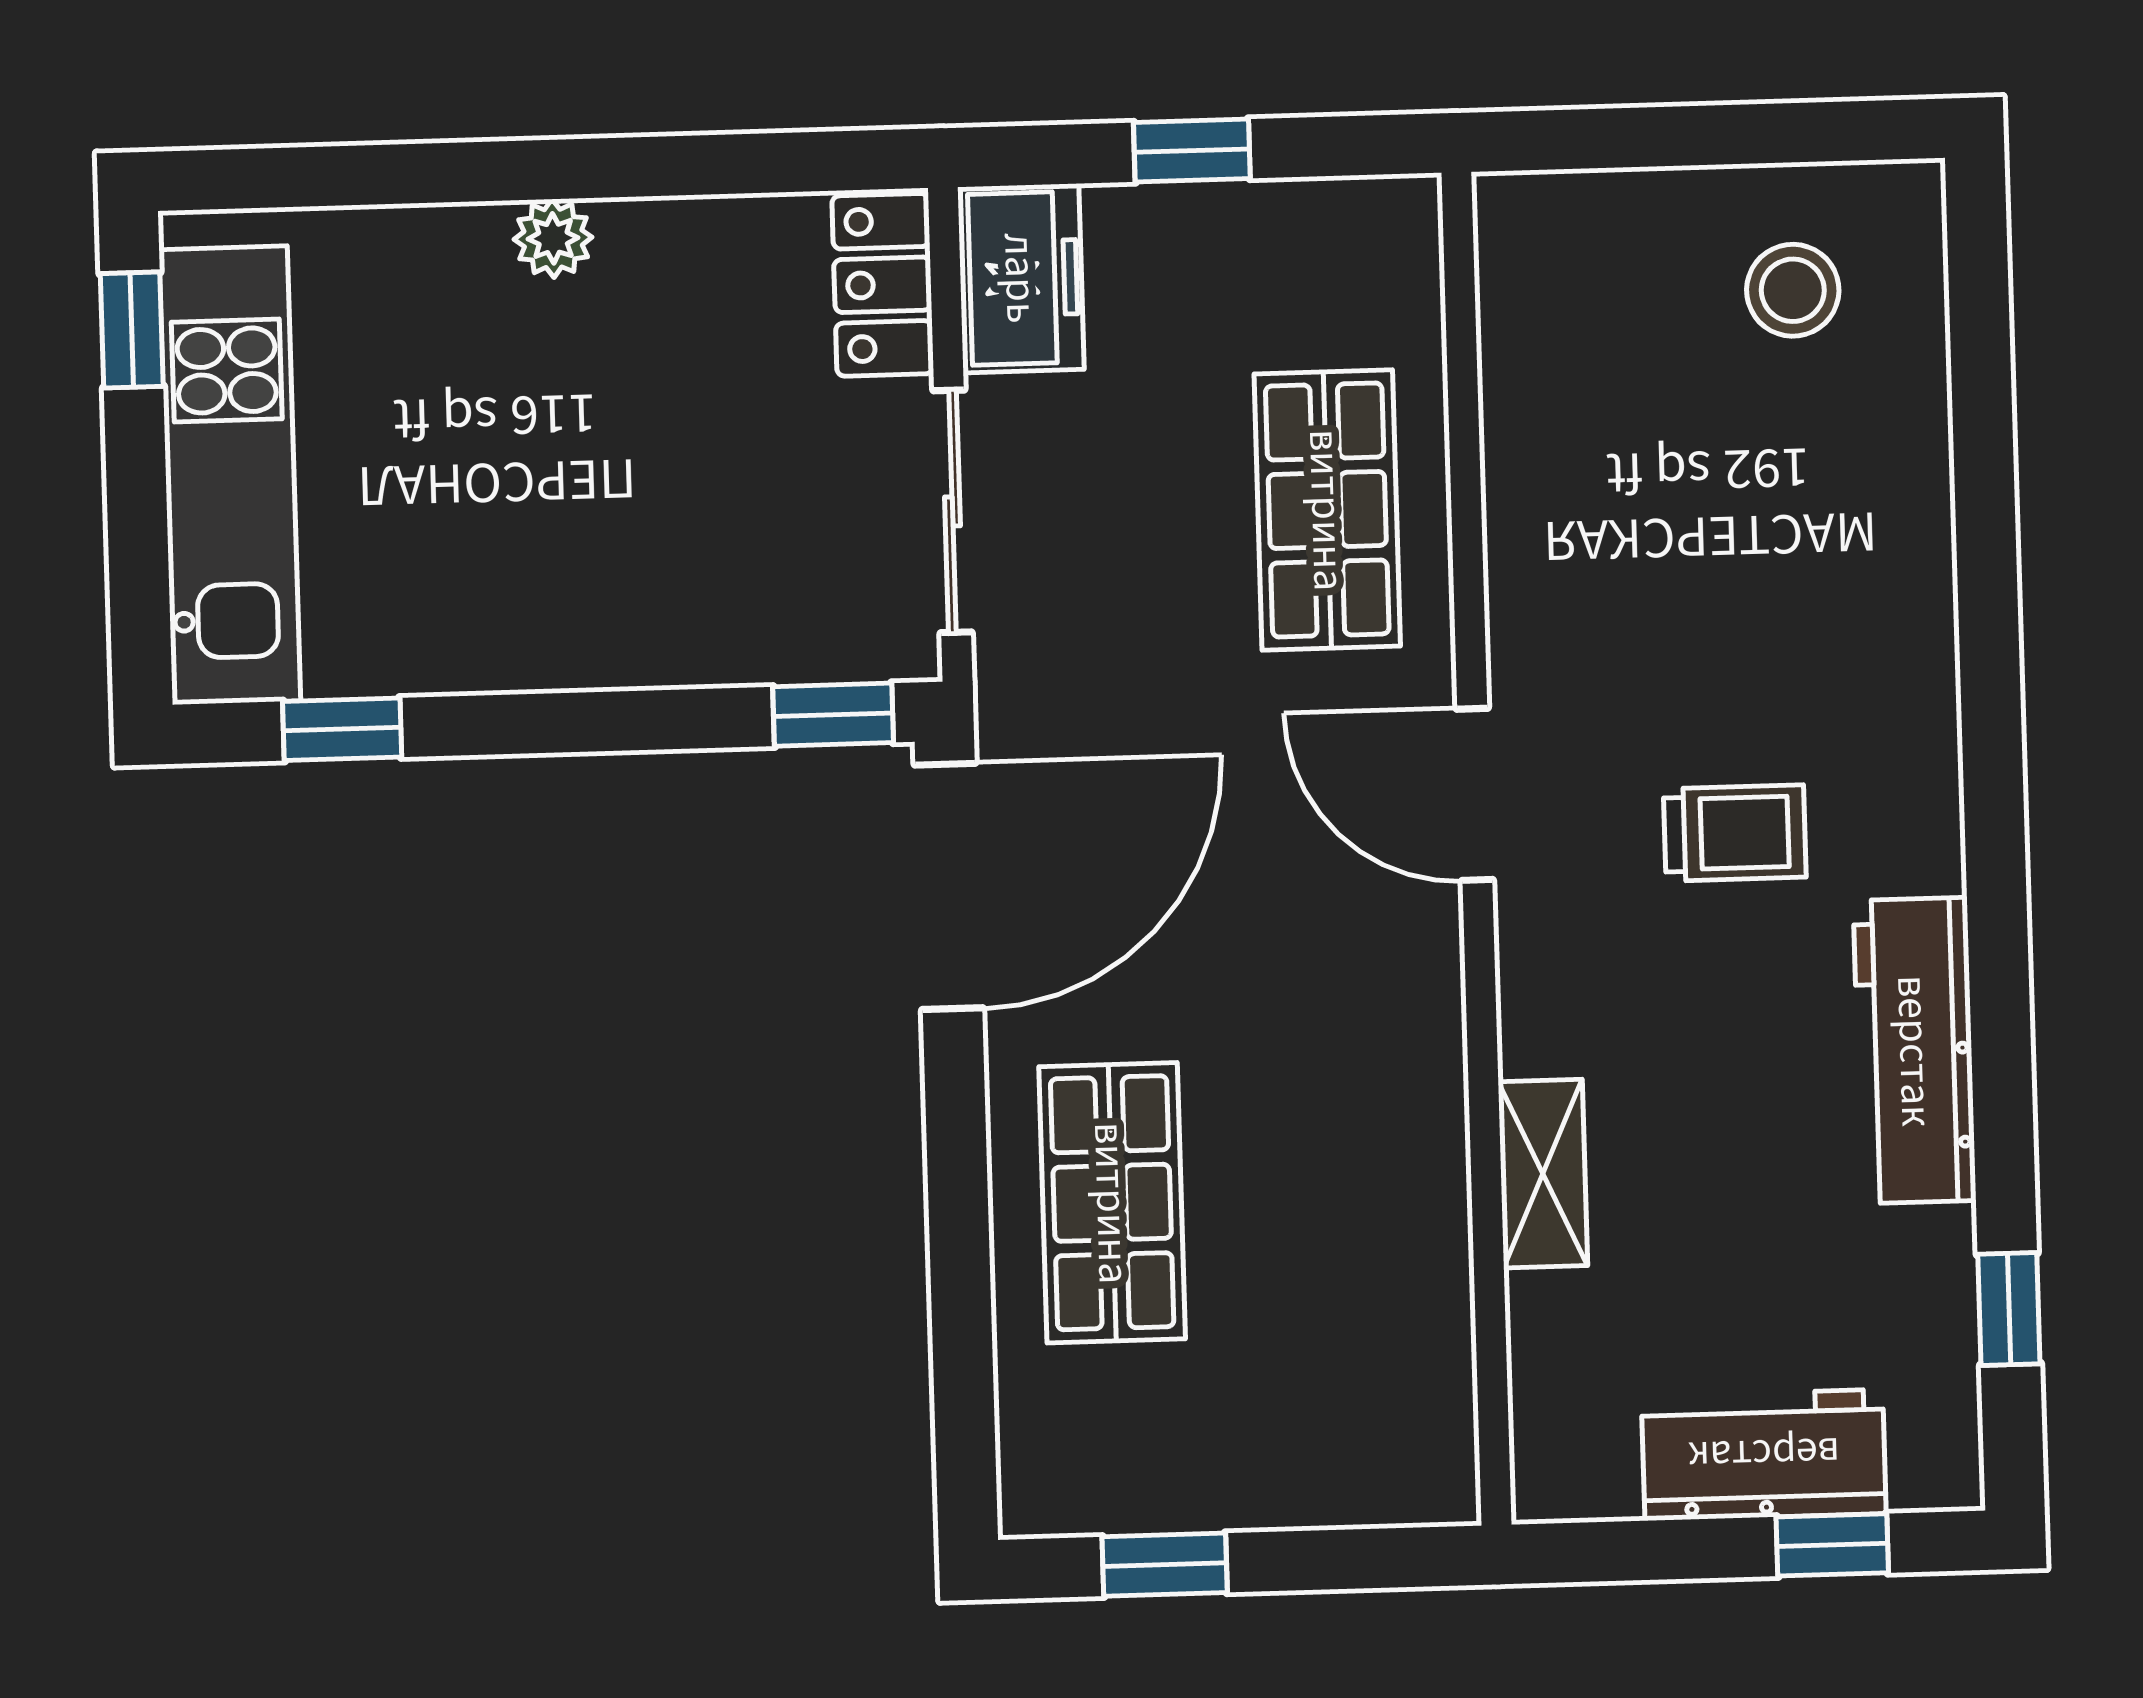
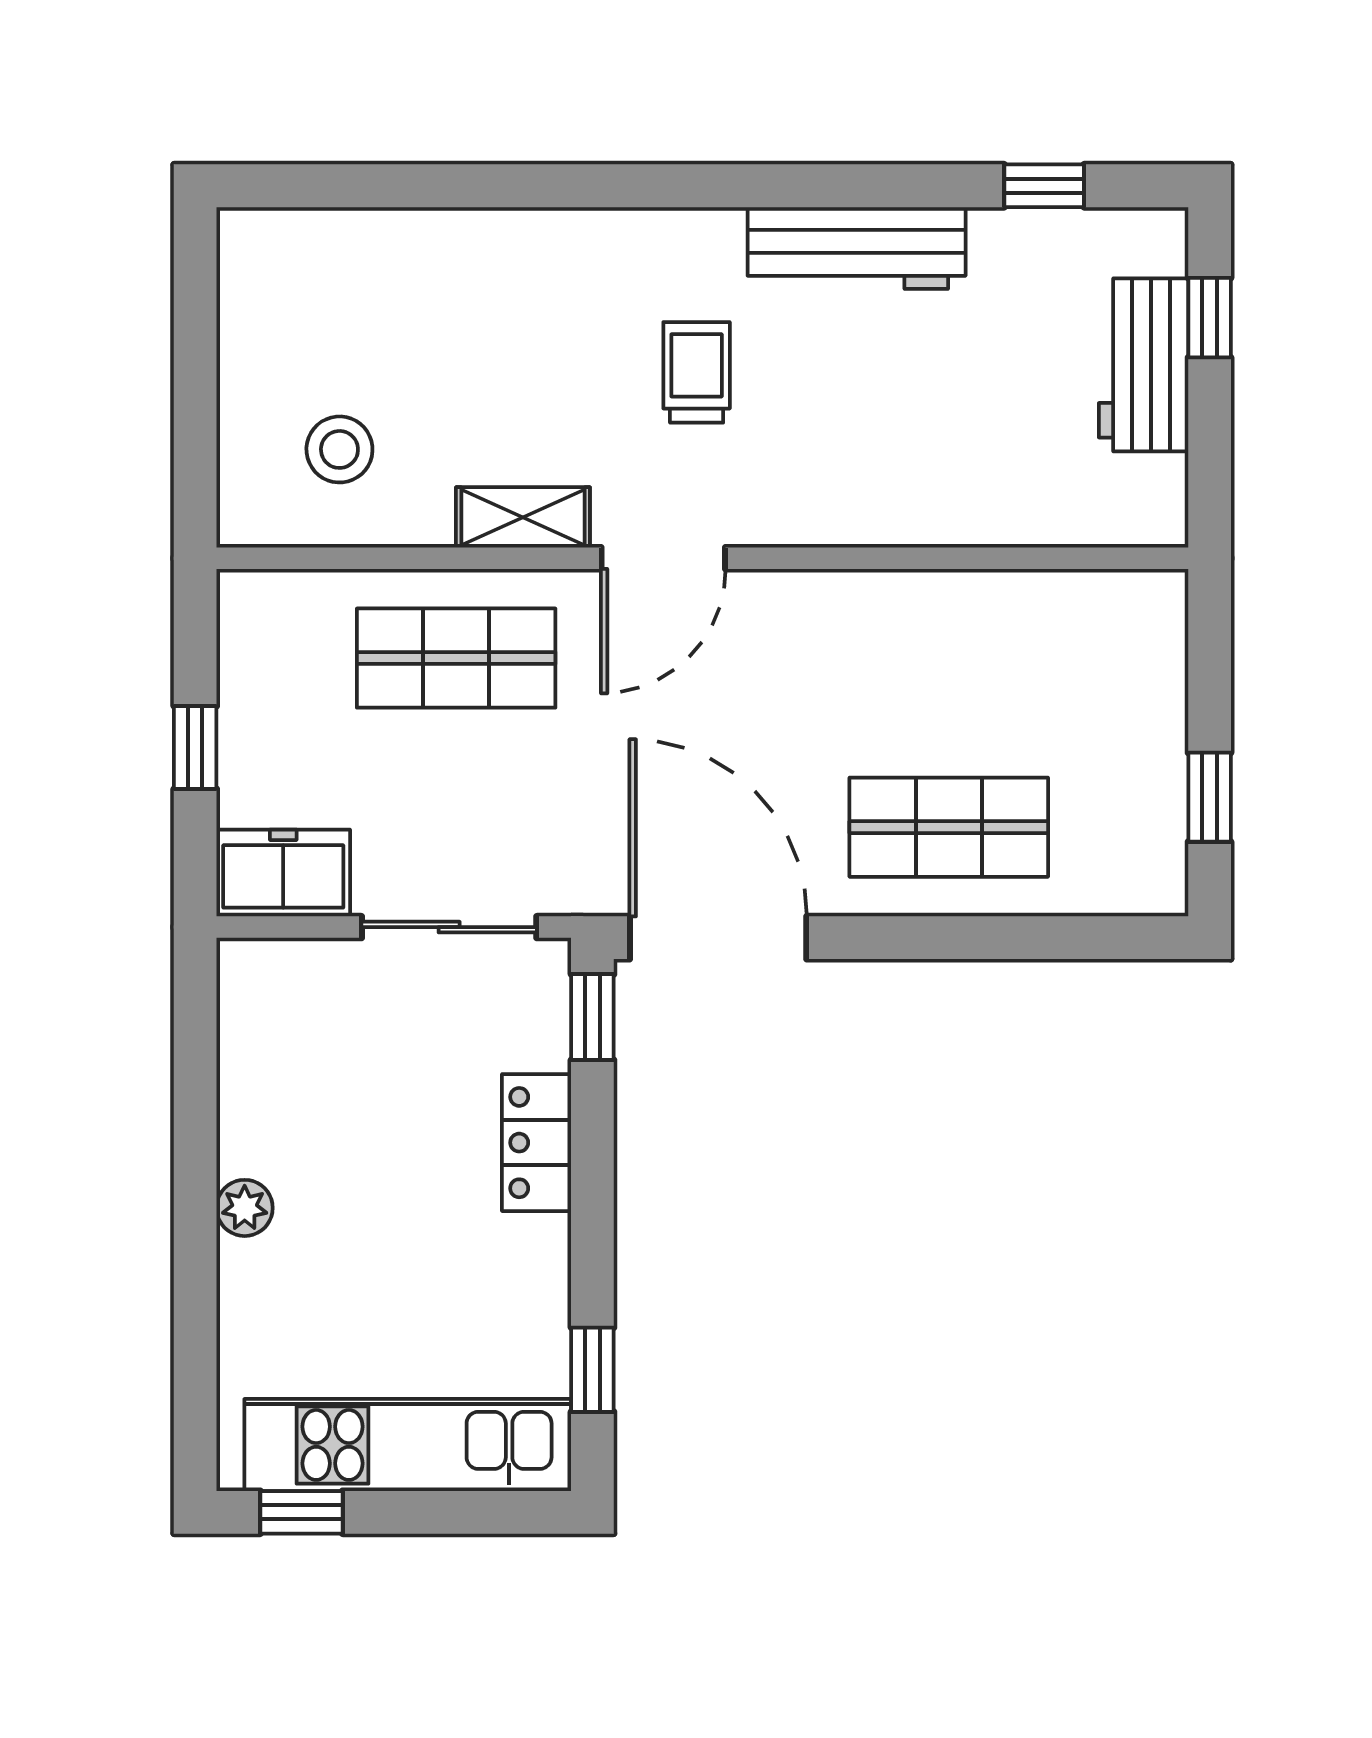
locker: (883, 285) -> (537, 1143), moved, turned 90
stool: (1793, 290) -> (339, 449), moved
shelving: (1543, 1174) -> (523, 517), moved

